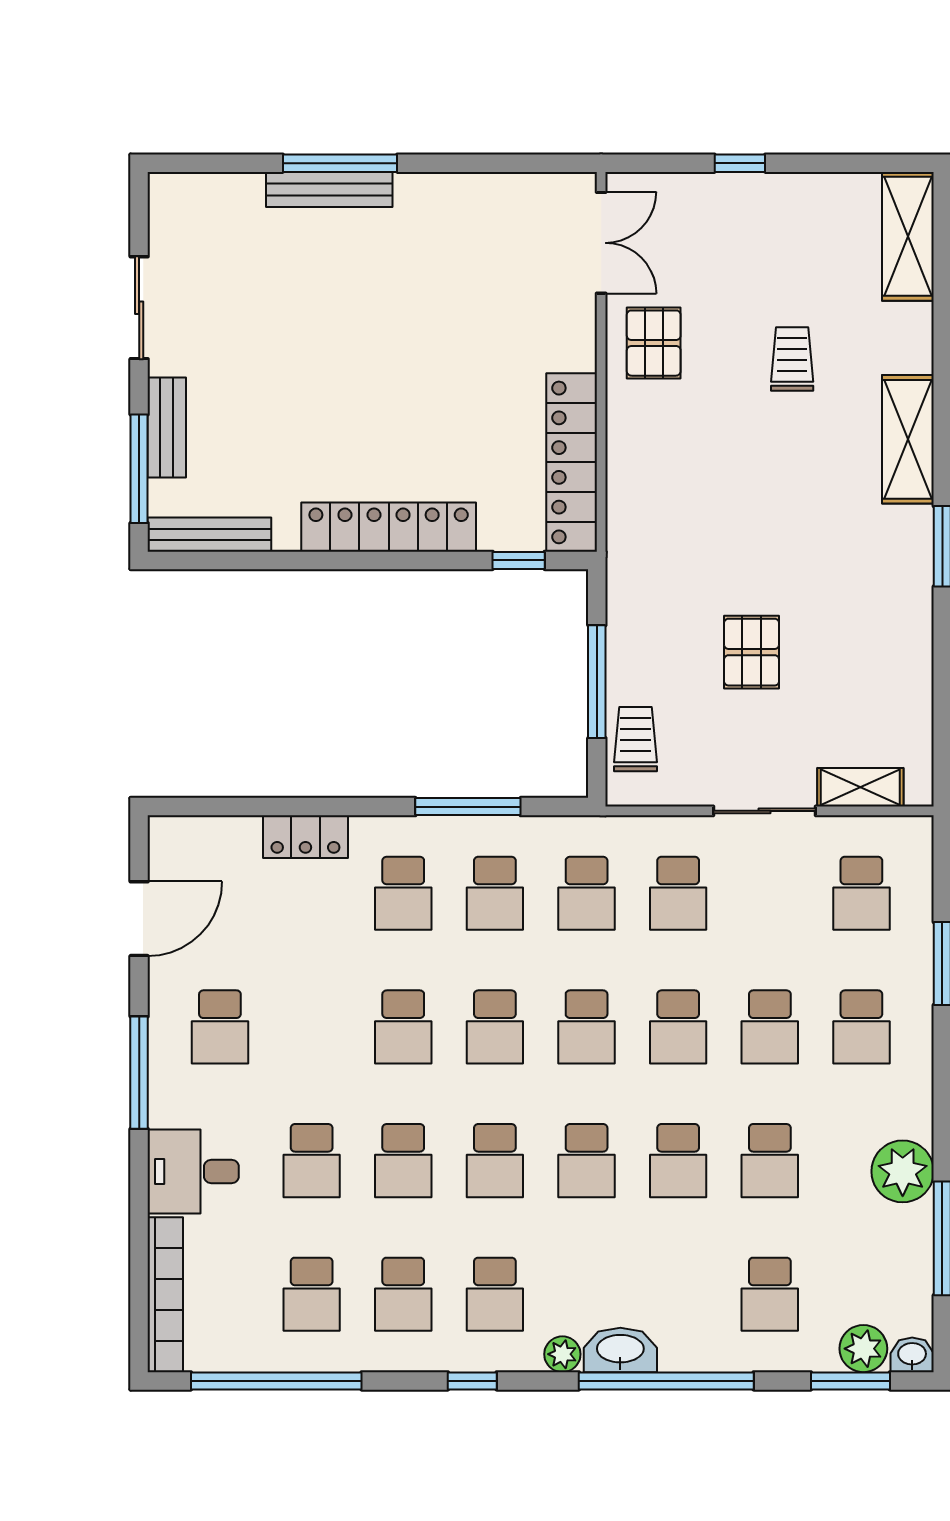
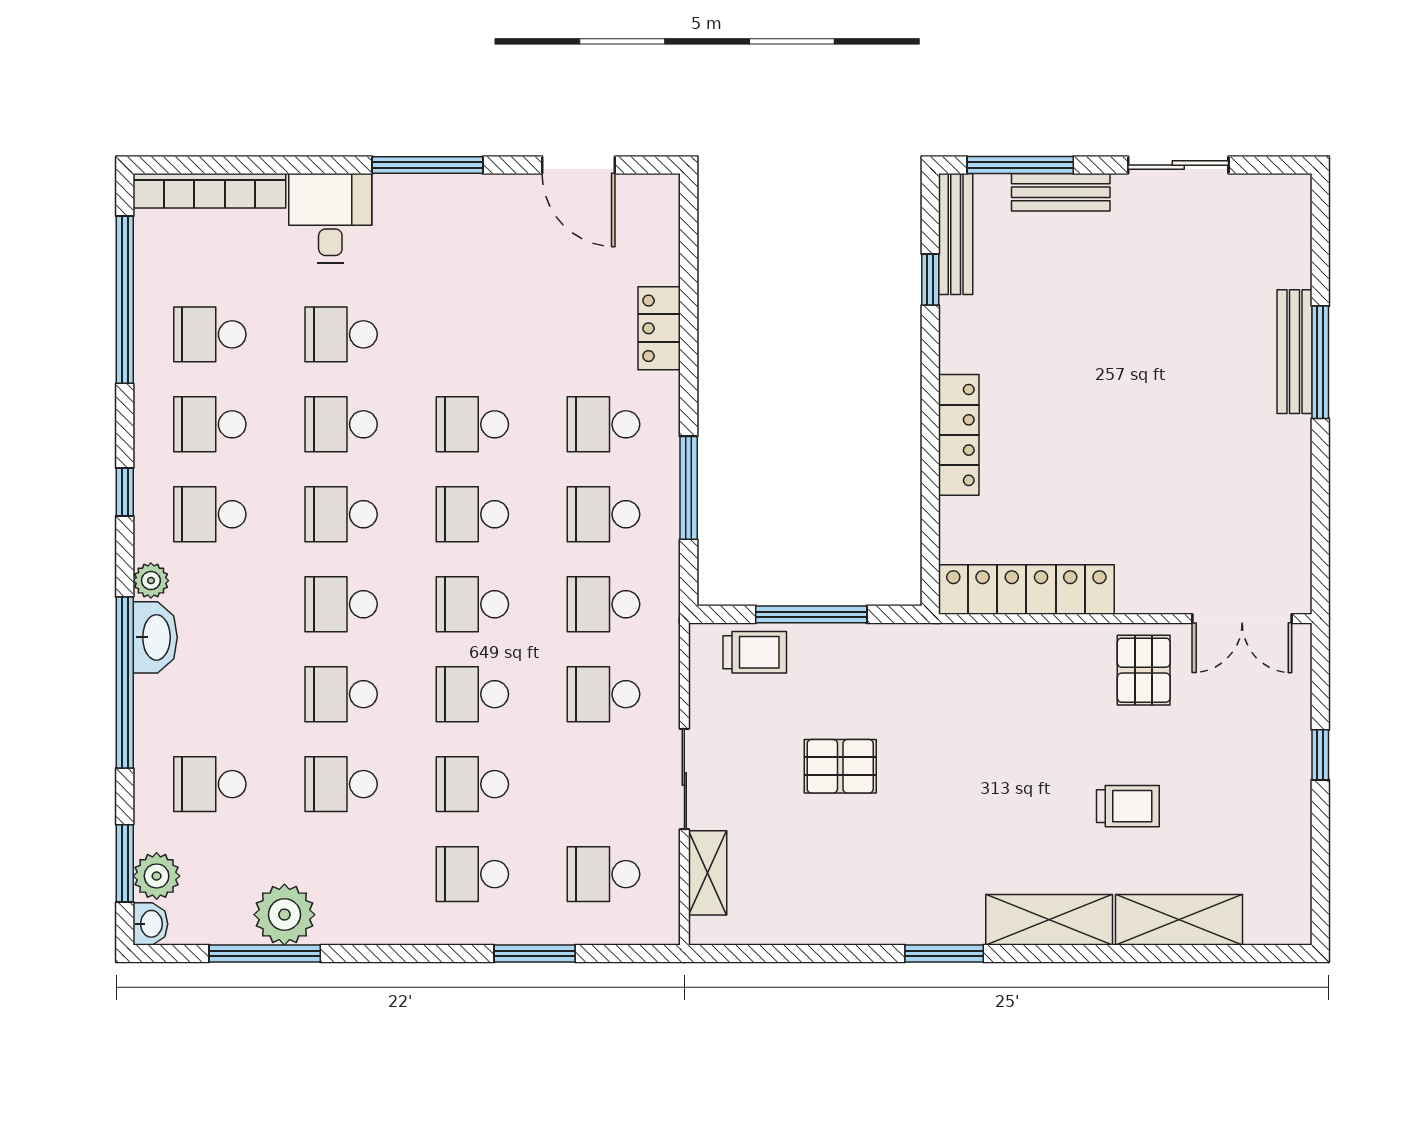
shelving: (908, 236) -> (1179, 920), moved
pallet: (654, 343) -> (1144, 670), turned 90
locker: (389, 527) -> (959, 435), width x0.71, depth x0.83
window: (519, 560) -> (930, 280), moved
school desk: (220, 1027) -> (472, 244), removed
plant: (903, 1171) -> (284, 915), moved

